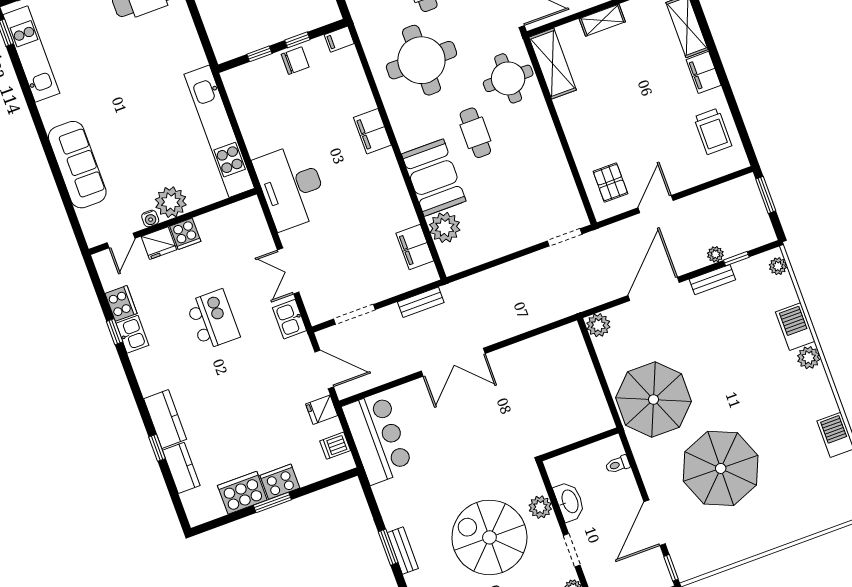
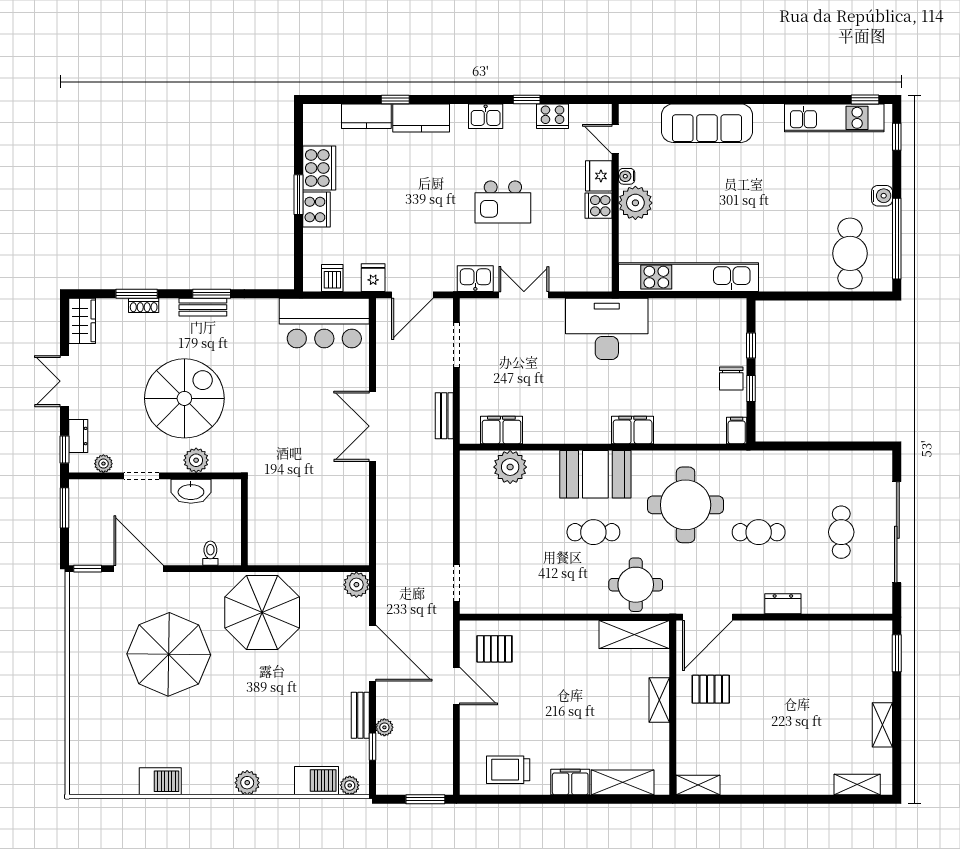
booth: (434, 178) -> (595, 474), moved
barbecue: (795, 327) -> (317, 781), moved
kitchen sink: (132, 334) -> (486, 116), moved

